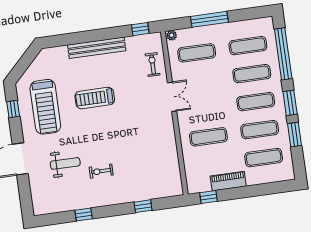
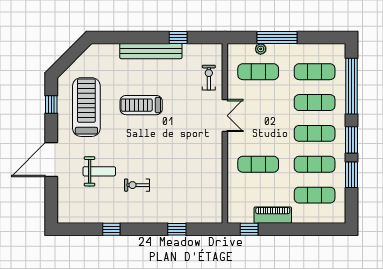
window: (140, 29) -> (178, 37), moved
plant: (172, 35) -> (261, 49), moved
treadmill: (45, 107) -> (86, 107), turned 180

